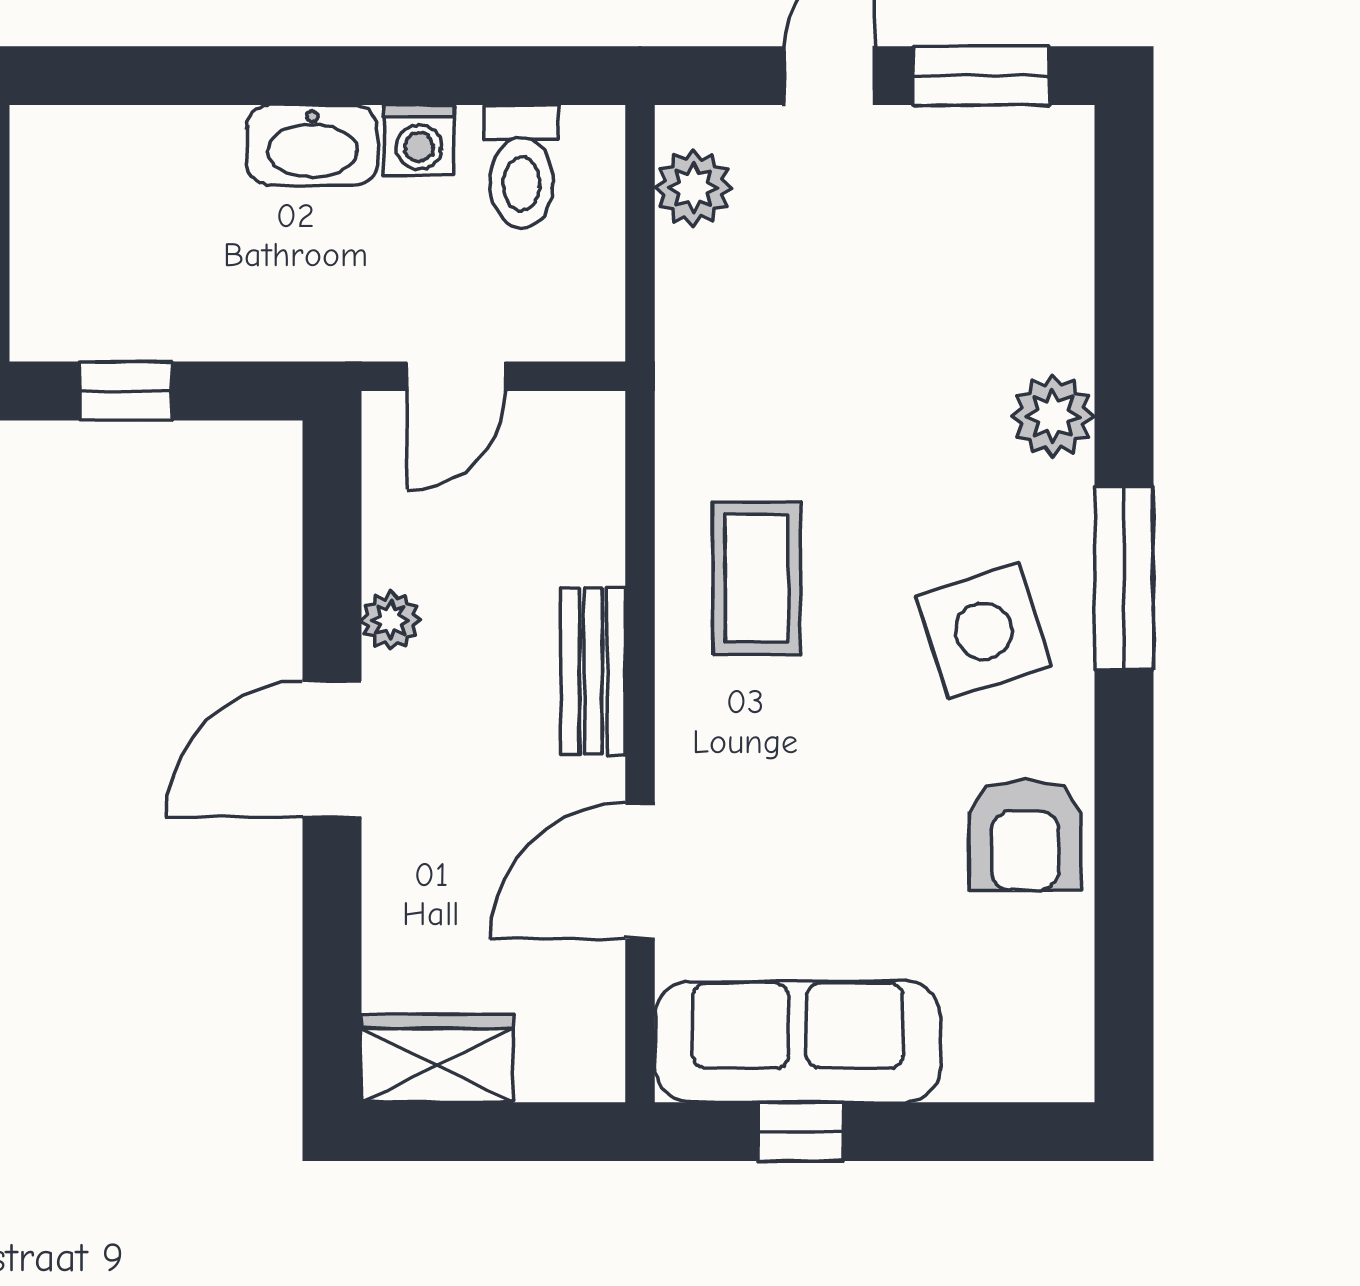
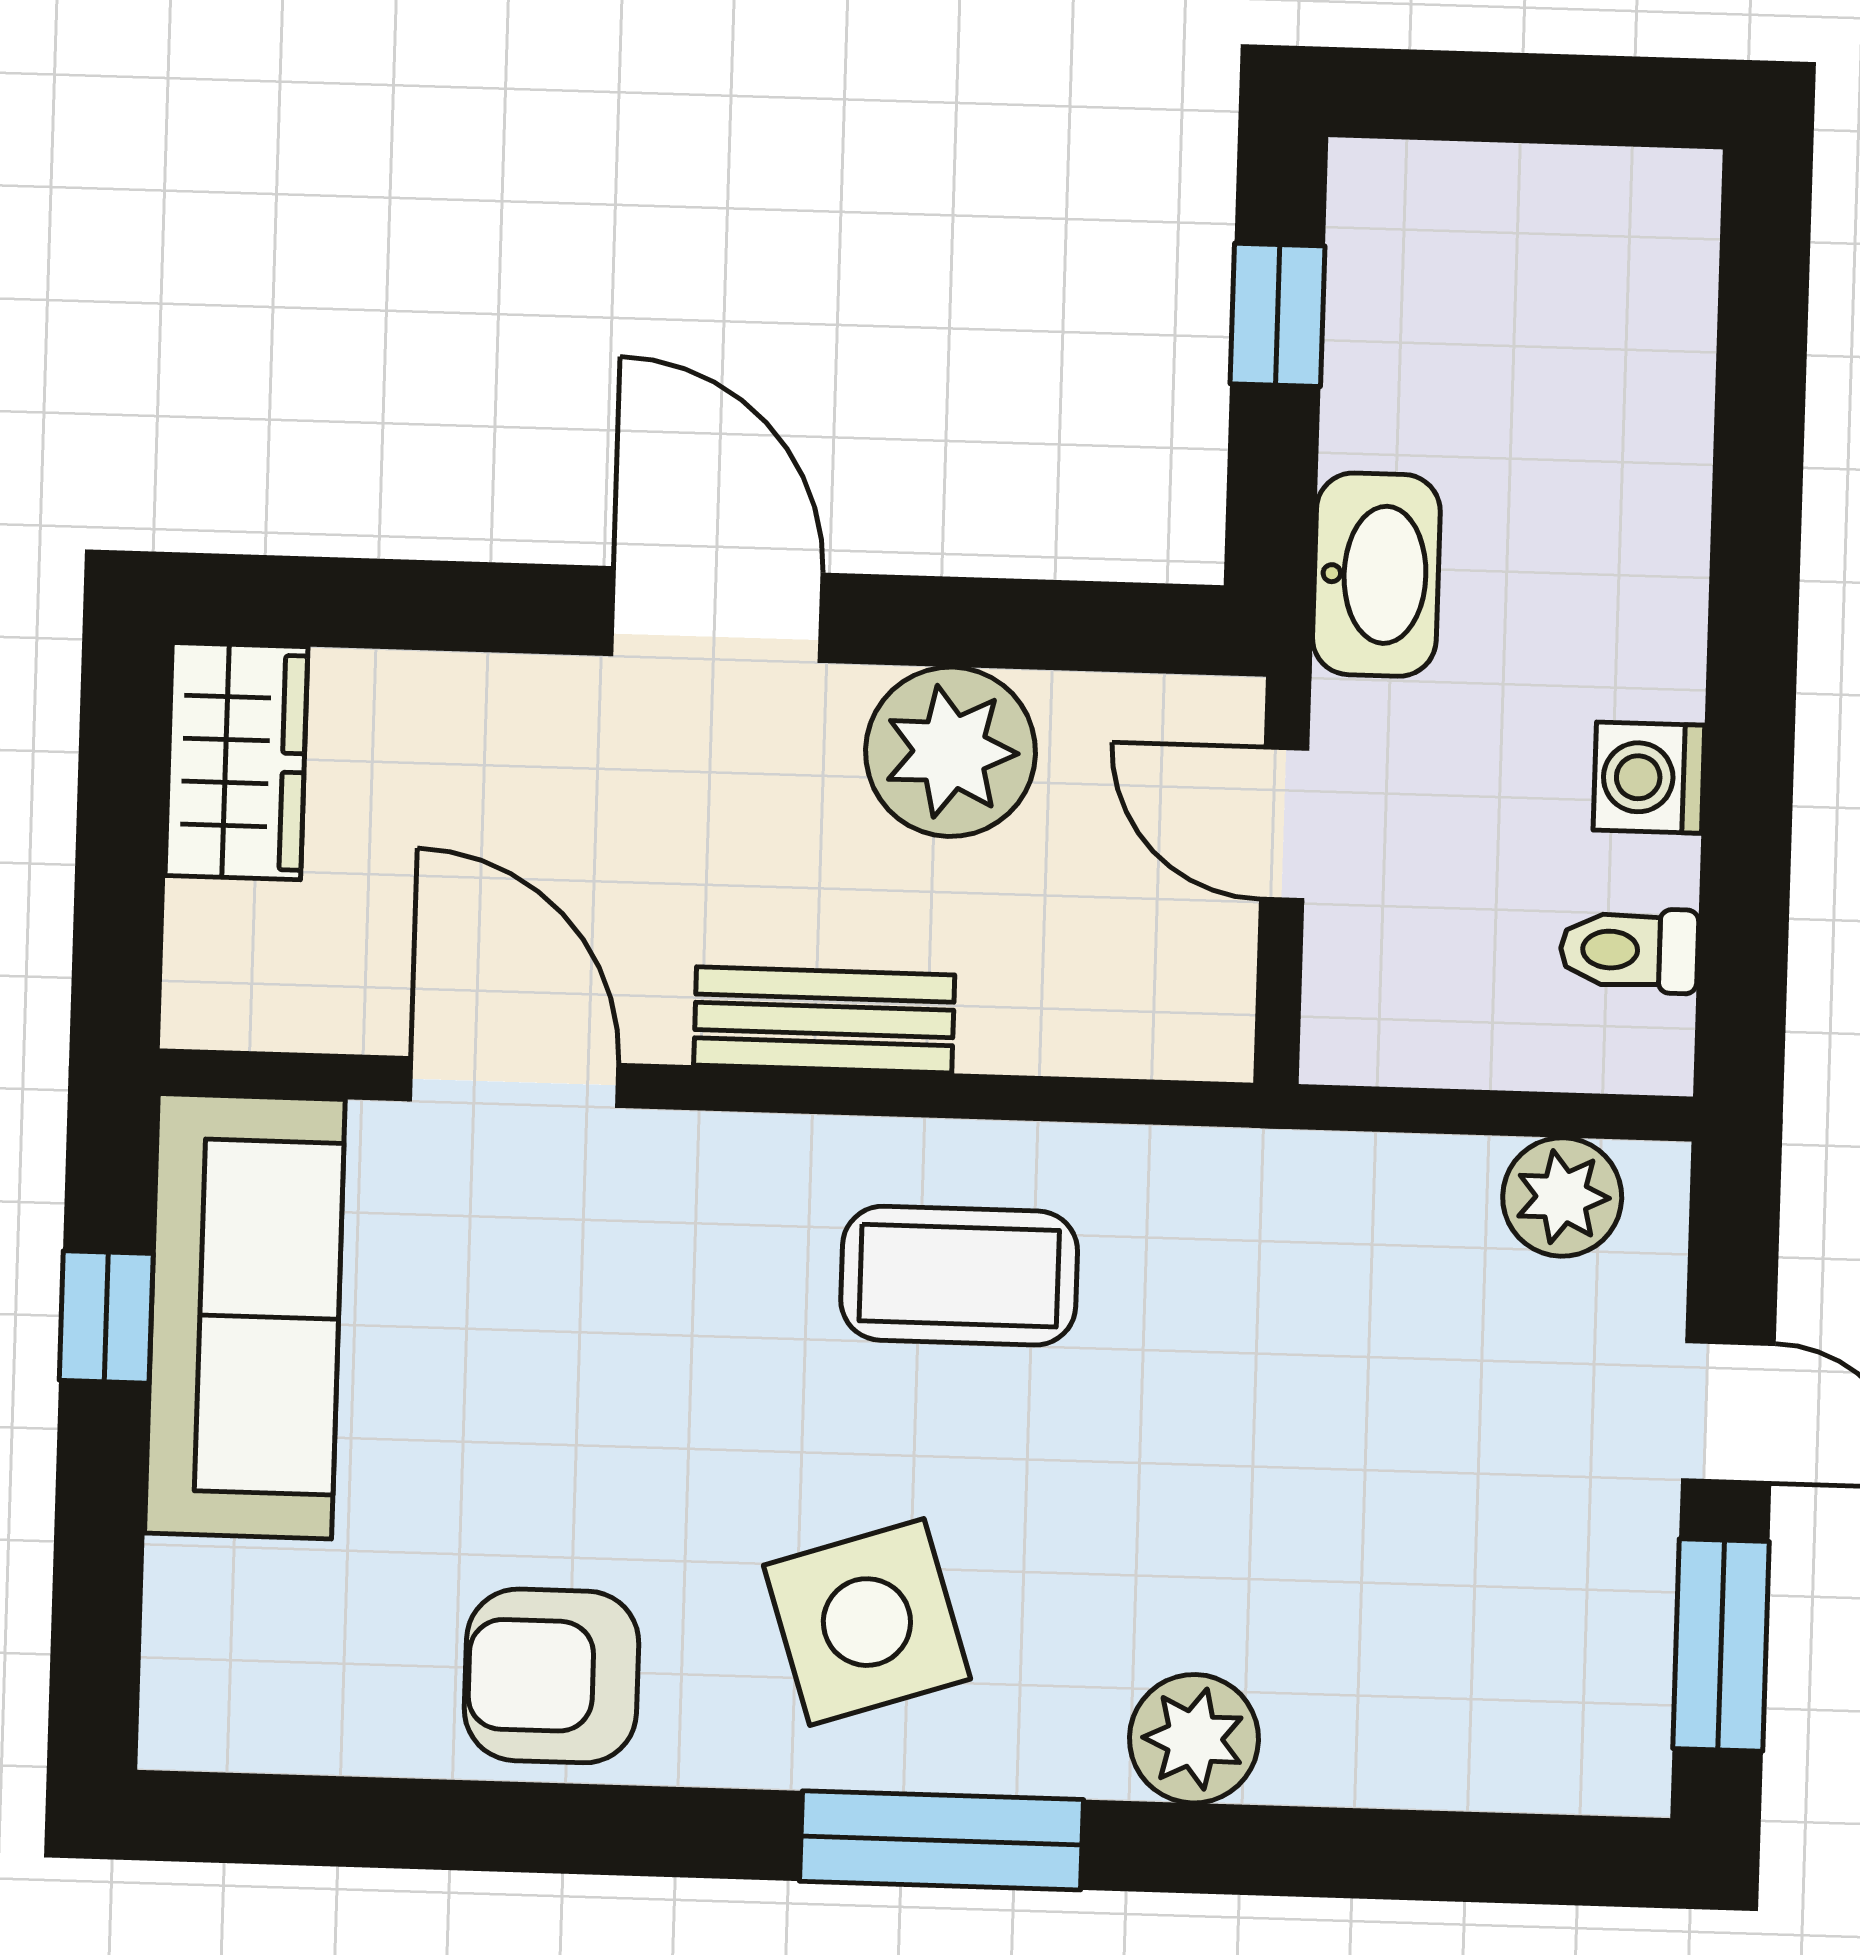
washbasin: (312, 145) -> (1376, 575), moved, turned 180
toilet: (521, 167) -> (1629, 950), width x0.73, depth x0.72
plant: (391, 620) -> (951, 752), width x1.88, depth x1.88

